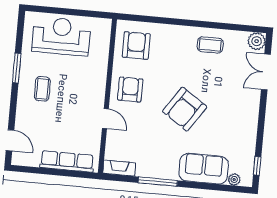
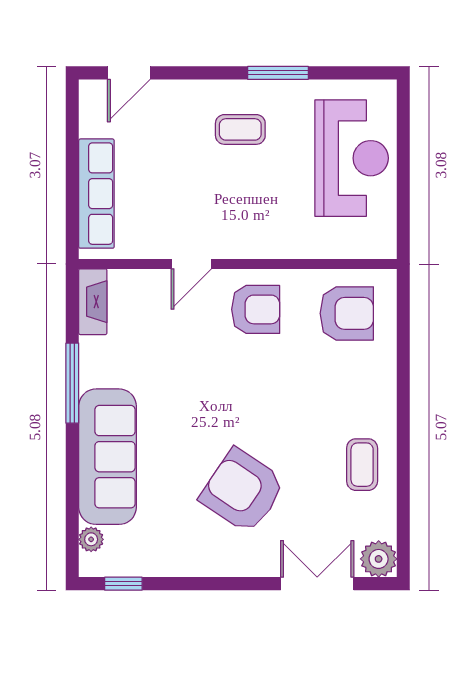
armchair: (185, 109) -> (243, 491), moved
sofa: (204, 169) -> (108, 457), width x1.36

